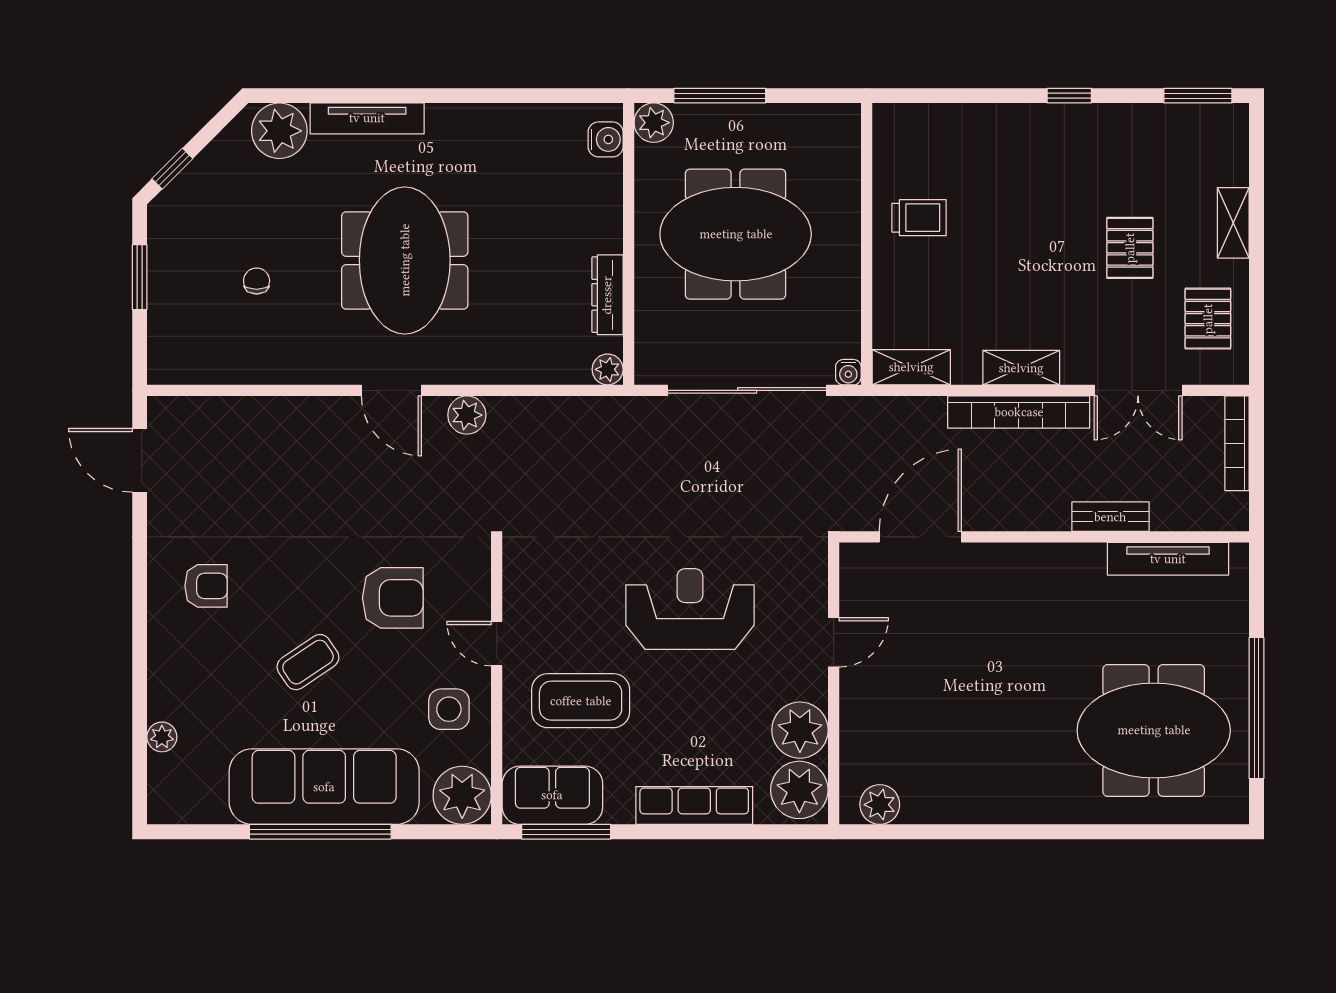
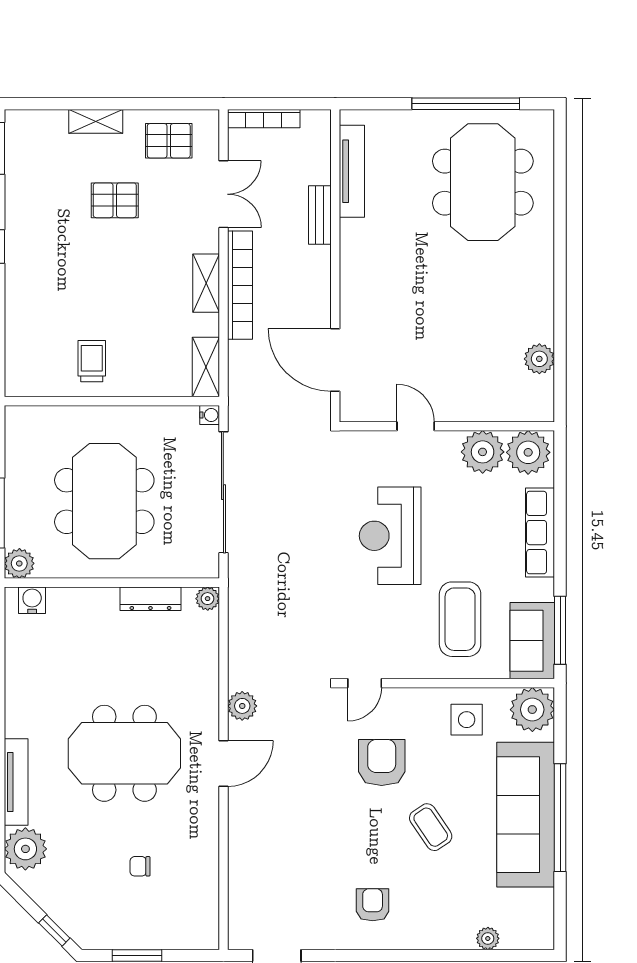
door: (497, 644) -> (365, 683), moved
plant: (880, 805) -> (539, 359), moved

